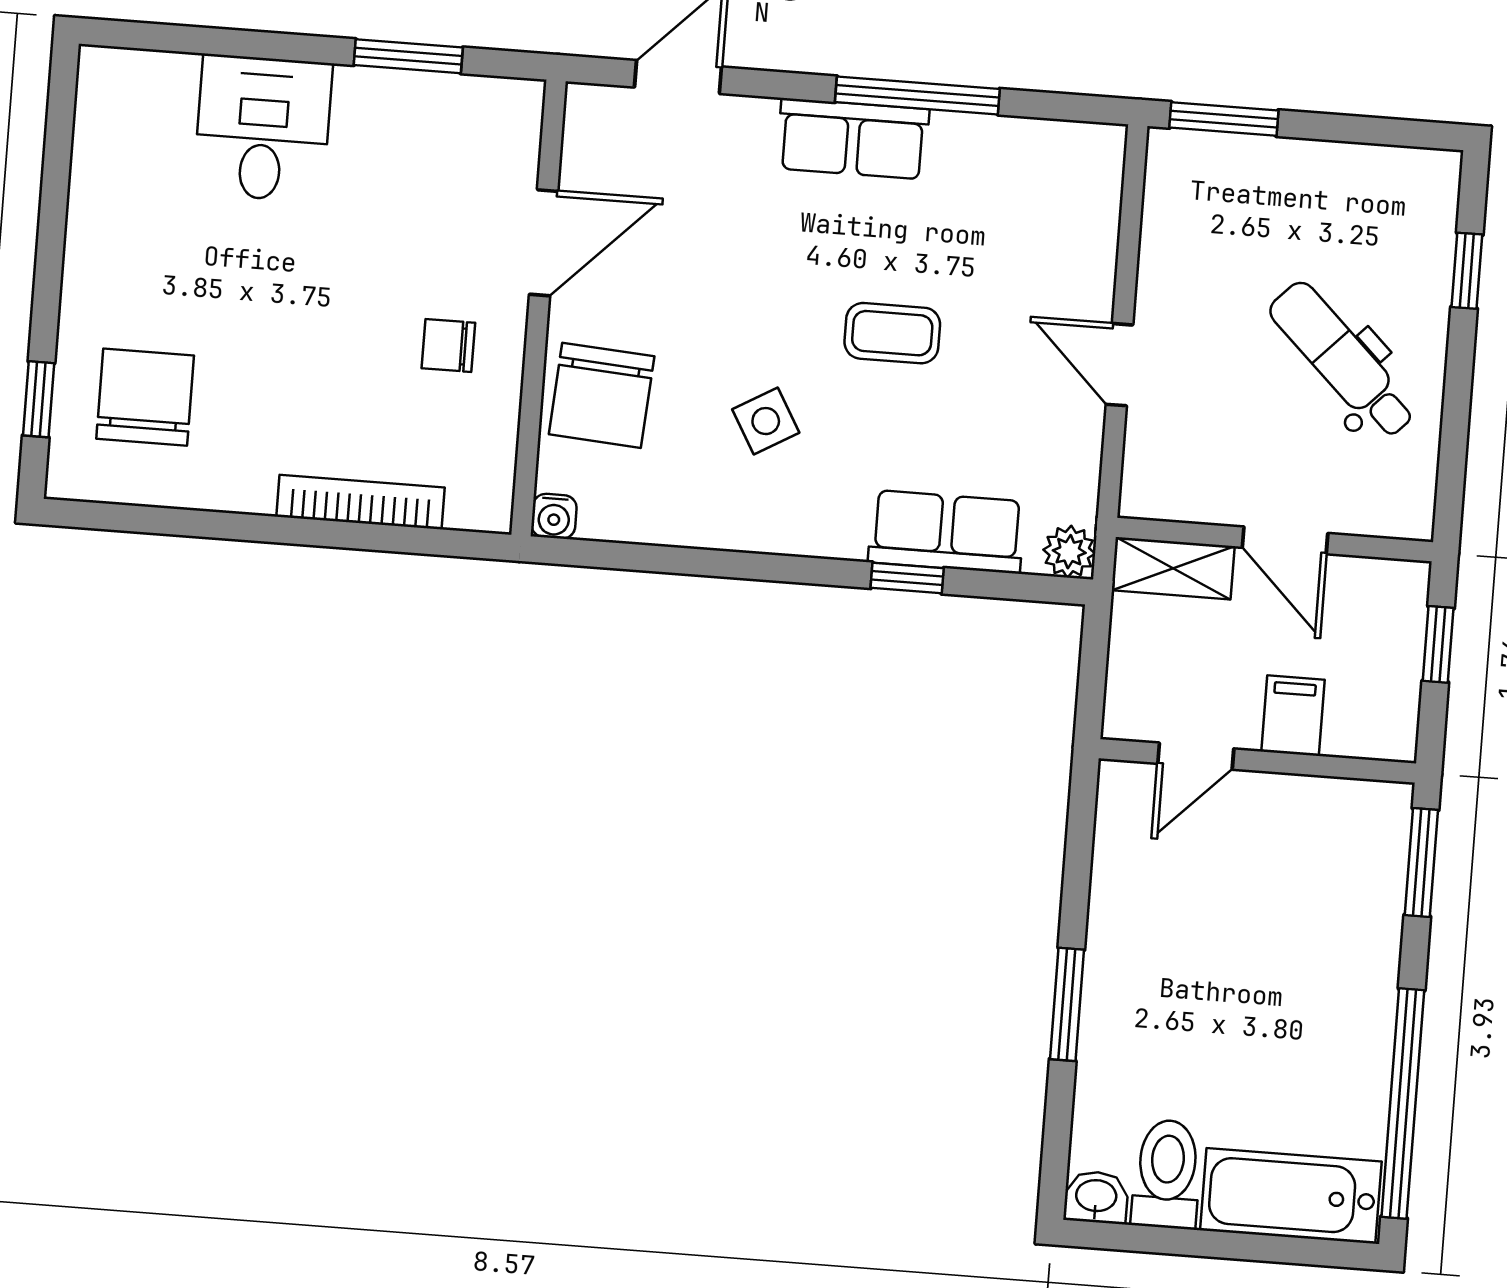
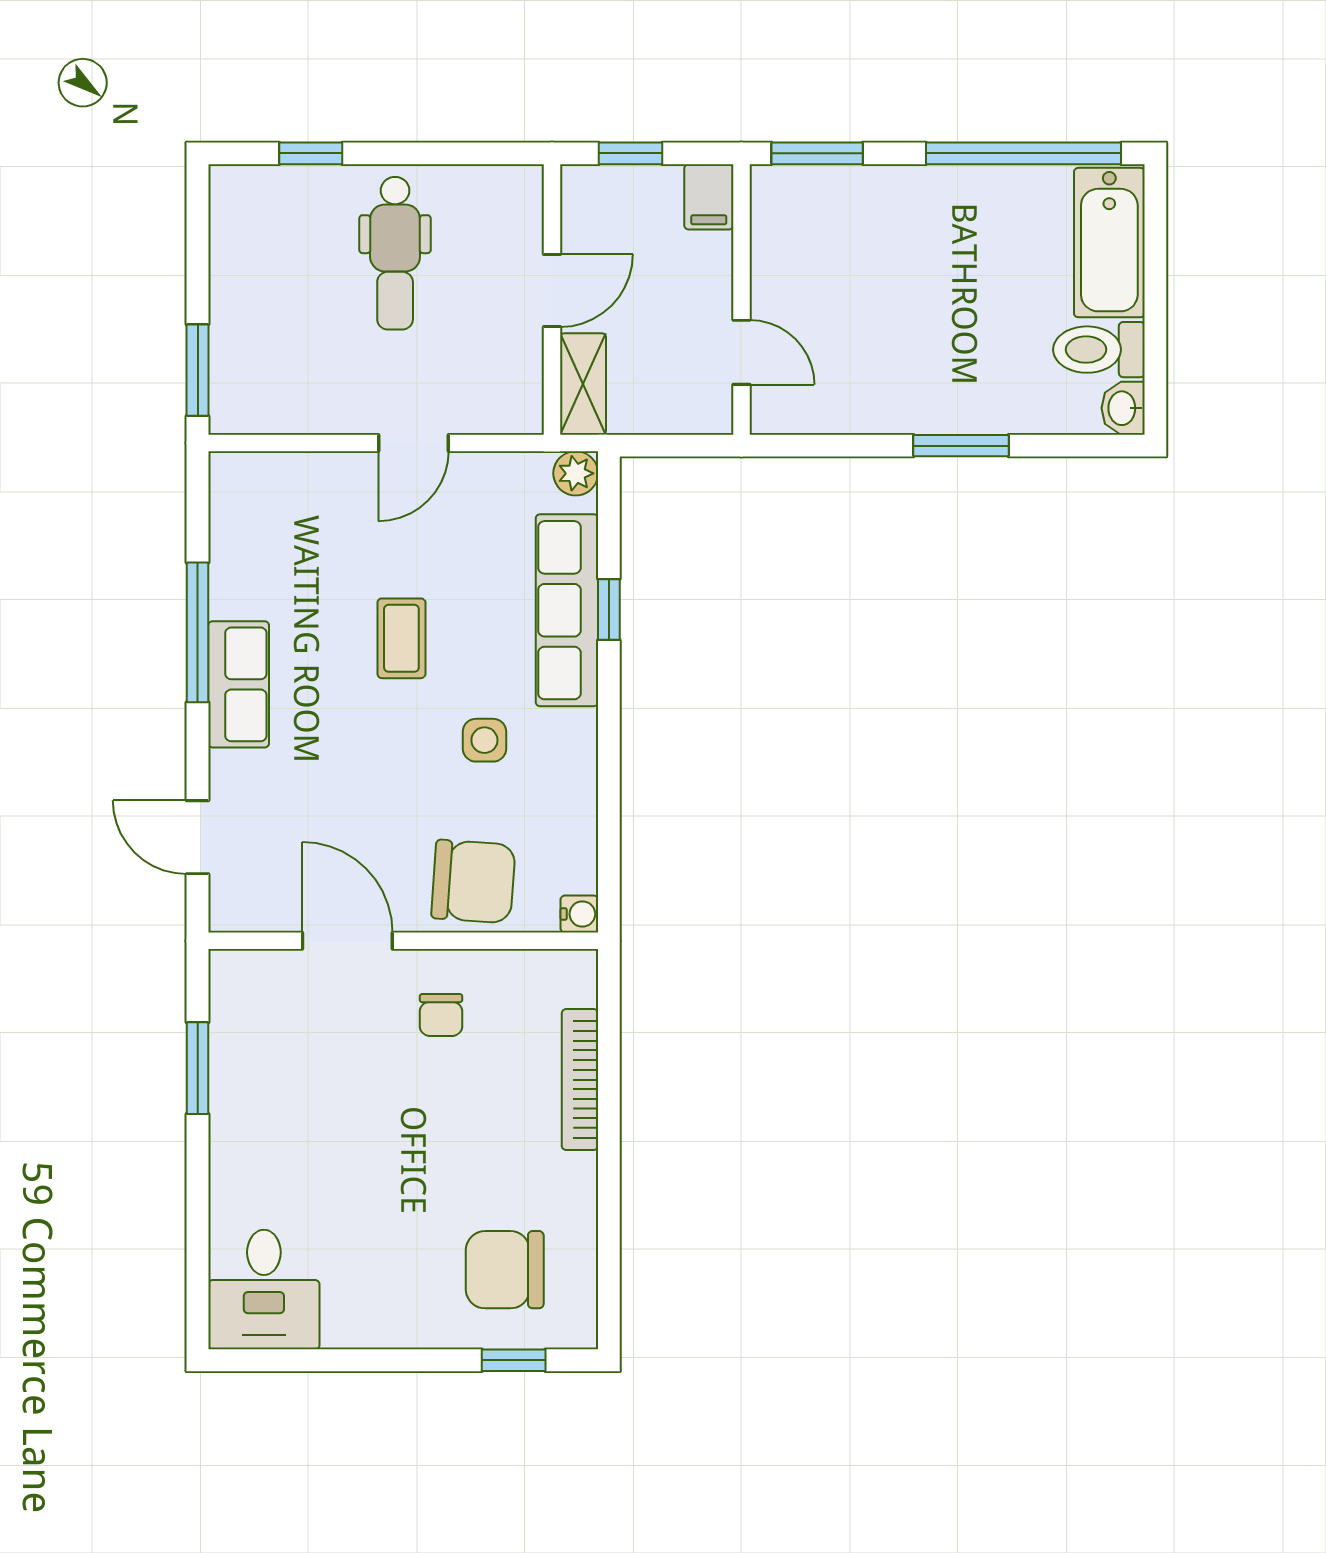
desk: (263, 128) -> (264, 1289), moved, turned -90
dental chair: (1343, 360) -> (395, 253), turned -44
side table: (766, 421) -> (484, 740), turned 30
row of seats: (946, 532) -> (567, 610), width x1.48
filing cabinet: (1293, 716) -> (709, 197), moved, turned -90

